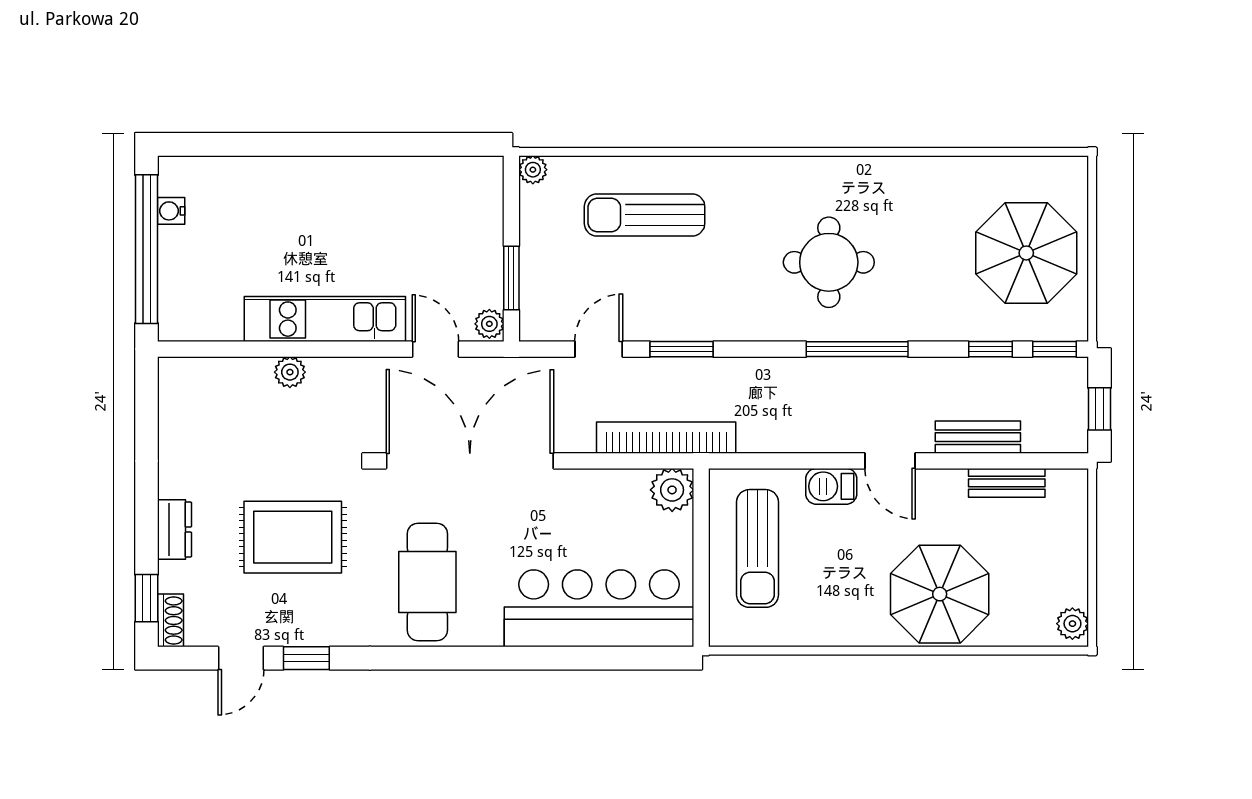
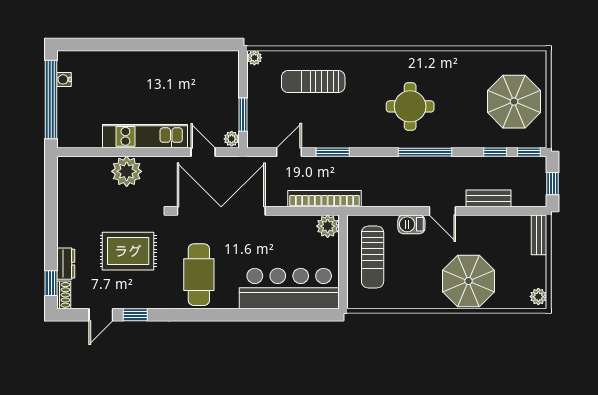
plant: (290, 372) -> (127, 171), width x1.87, depth x1.87
bench: (1007, 483) -> (539, 235), moved, turned 90
dresser: (175, 530) -> (66, 264), moved

